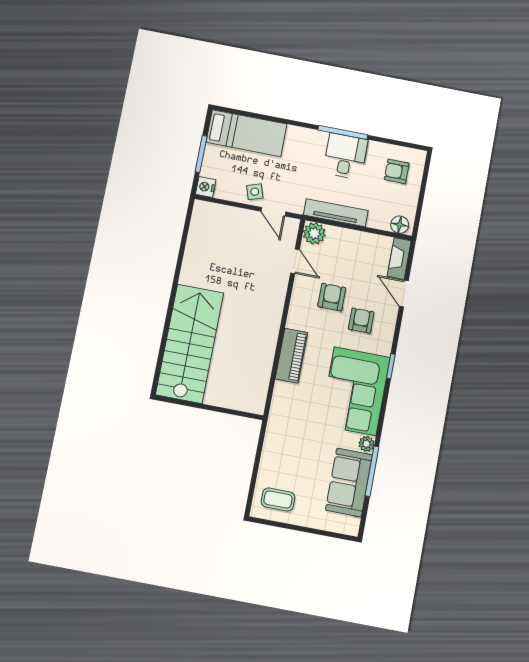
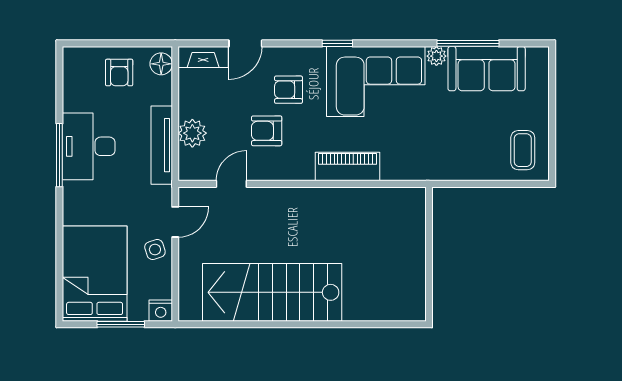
bed: (246, 133) -> (95, 274), width x1.50
desk: (345, 156) -> (89, 146), width x1.37
armchair: (397, 171) -> (119, 72), moved
plant: (314, 233) -> (192, 133), moved
stairs: (190, 344) -> (272, 292), moved

